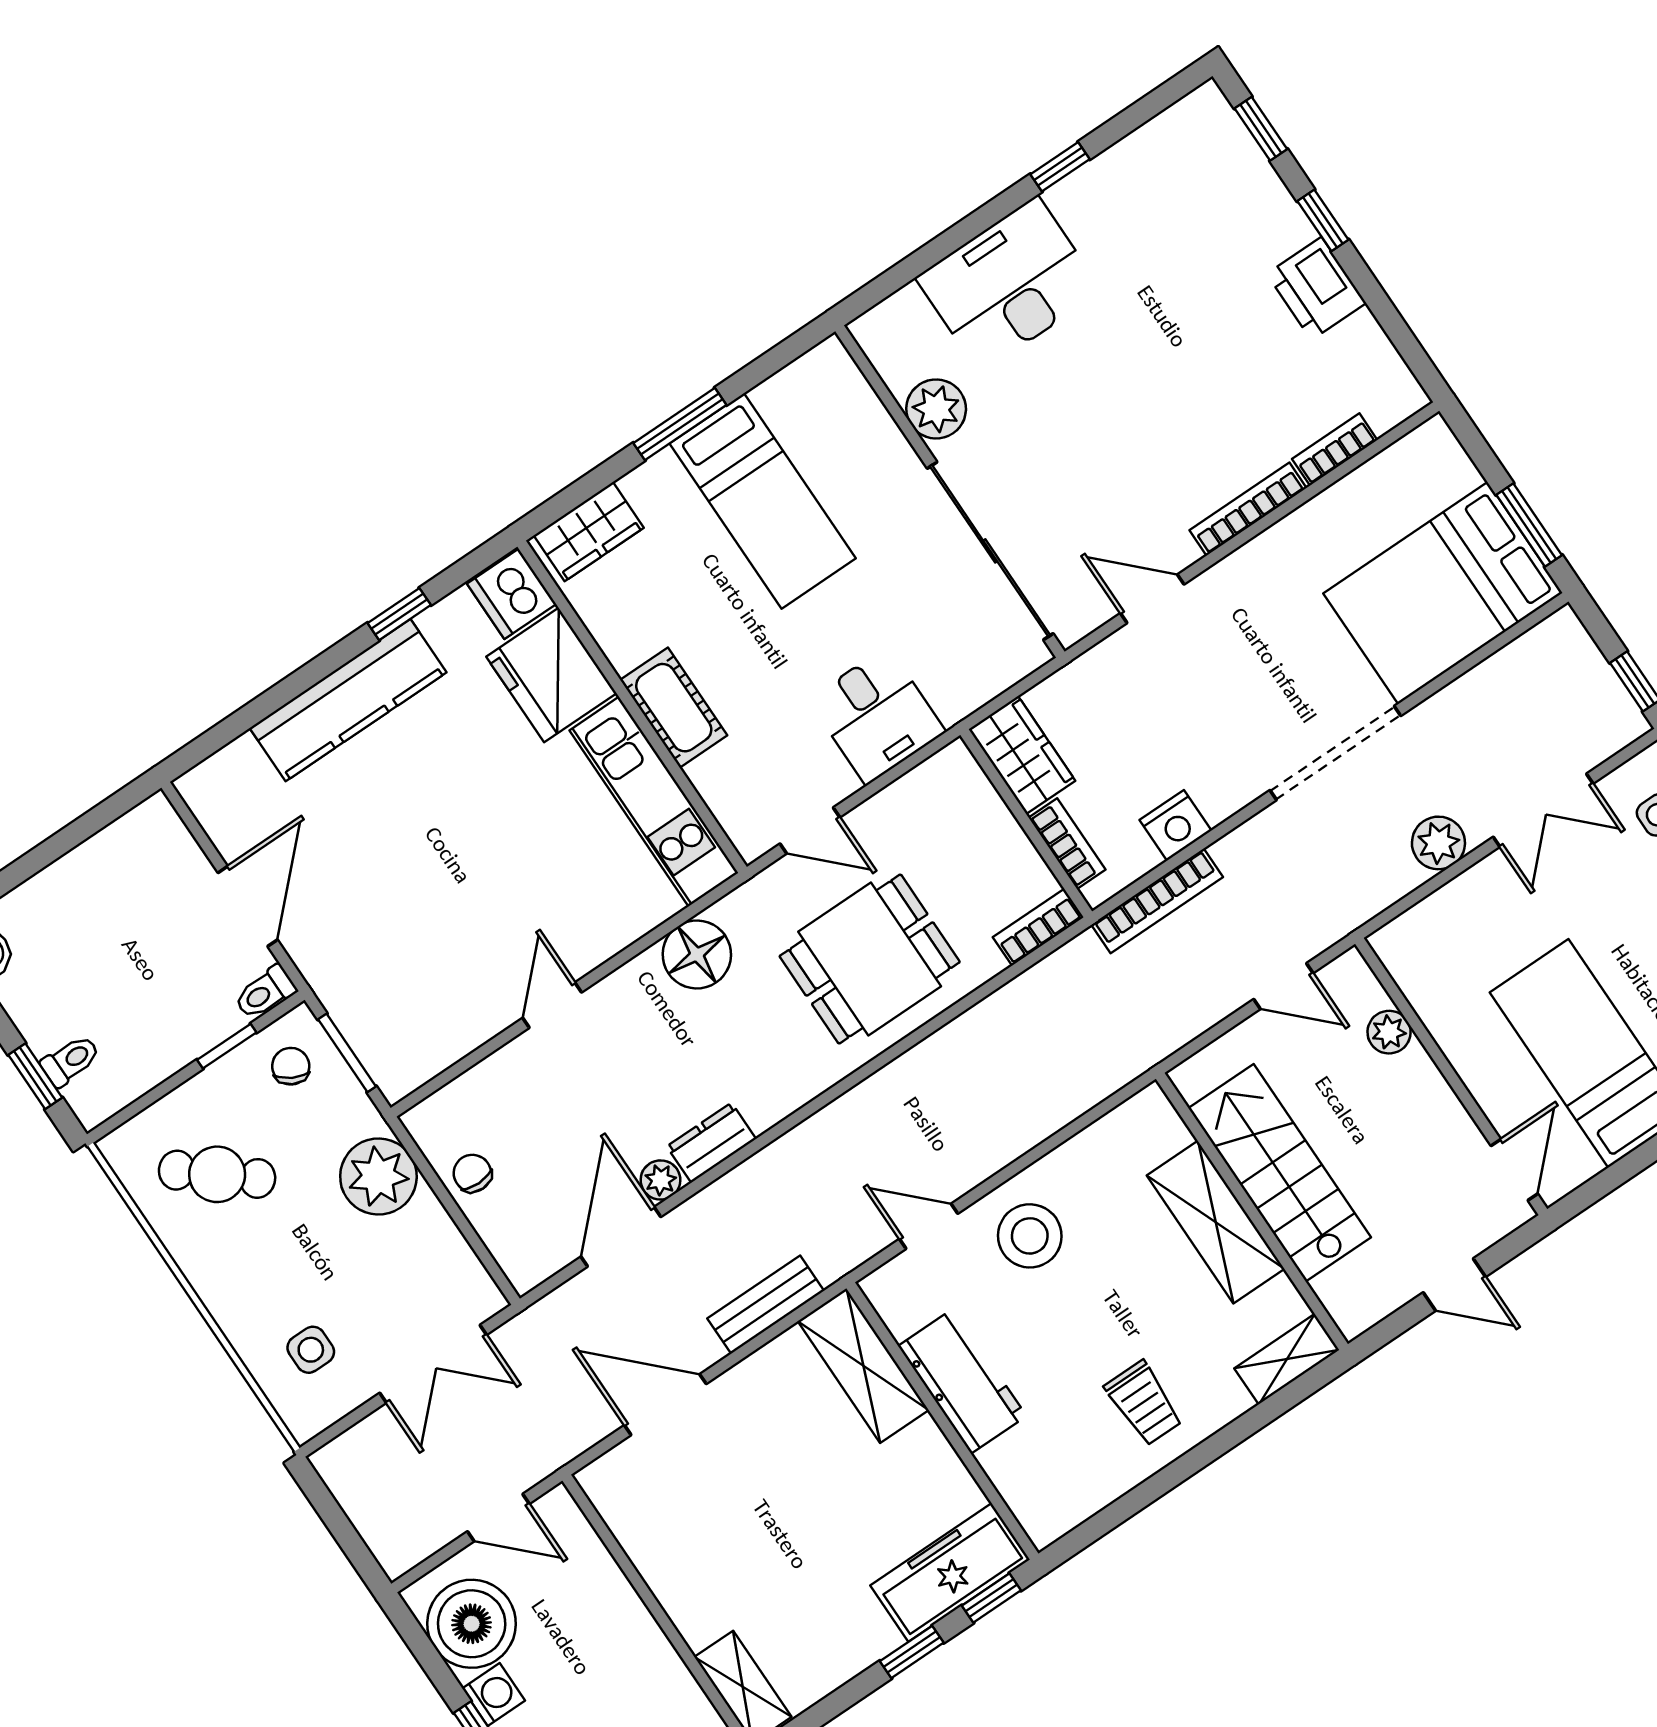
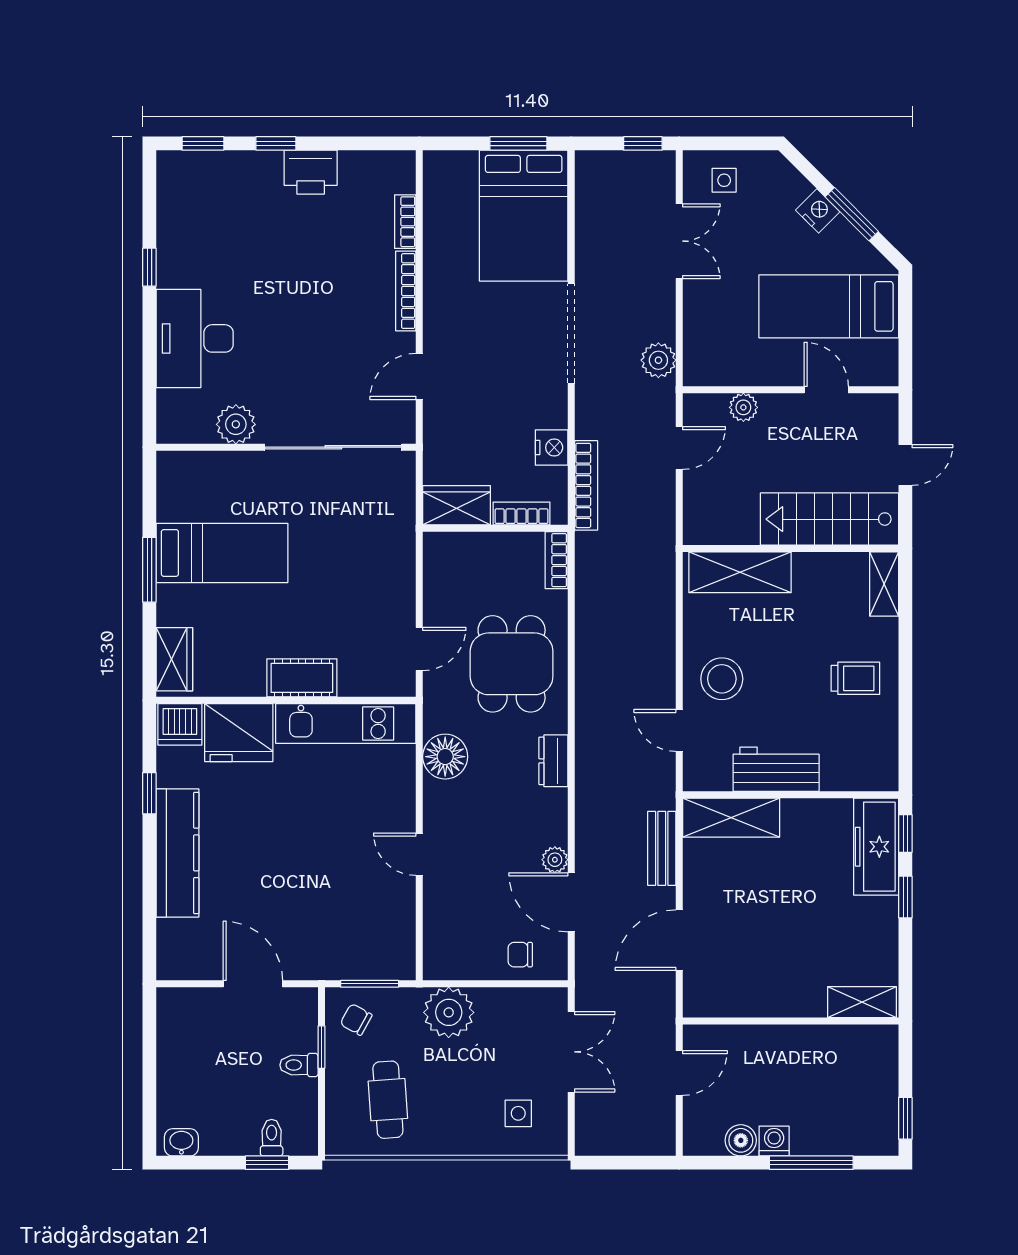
desk: (877, 716) -> (381, 570), removed
plant: (1438, 843) -> (658, 360), moved
toilet: (265, 993) -> (299, 1065), moved, turned 90
dresser: (711, 1143) -> (553, 761), moved
door: (1514, 1170) -> (826, 390), moved
chair: (472, 1173) -> (520, 955), moved
stairs: (1280, 1173) -> (830, 519), moved
cafe table: (217, 1174) -> (388, 1100), turned -44
shelving: (1216, 1222) -> (740, 572), moved
door: (929, 1226) -> (679, 730), hinge flipped
boiler: (472, 1624) -> (741, 1140), width x0.54, depth x0.54

